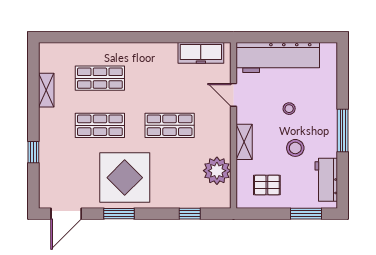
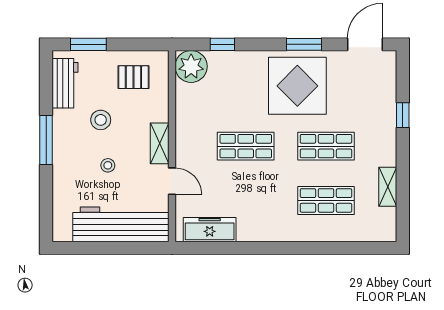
shelving: (244, 142) -> (160, 143), moved
plant: (217, 171) -> (191, 66), moved

